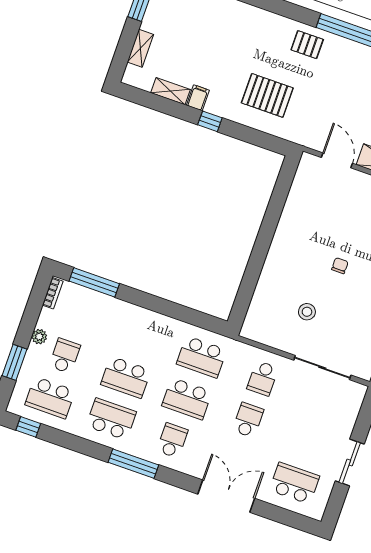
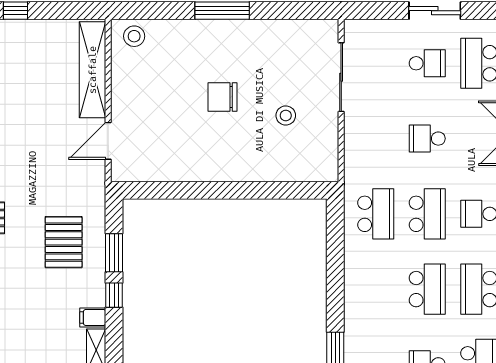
window: (244, 133) -> (114, 253), added
chair: (340, 266) -> (222, 97), width x1.87, depth x1.87
school desk: (263, 378) -> (427, 63), moved

